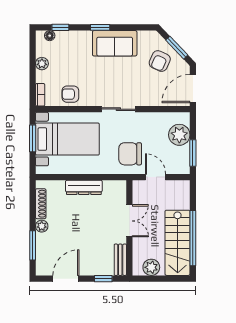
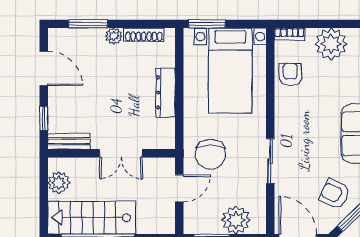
plant: (42, 64) -> (331, 44), width x1.87, depth x1.87
sliding door: (118, 109) -> (270, 161), moved
window: (33, 138) -> (207, 24), moved
chair: (130, 154) -> (210, 154), turned 180

